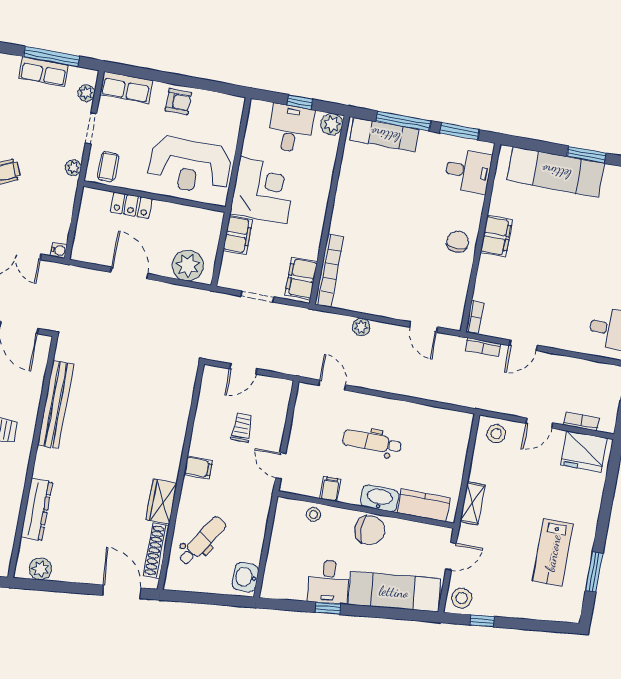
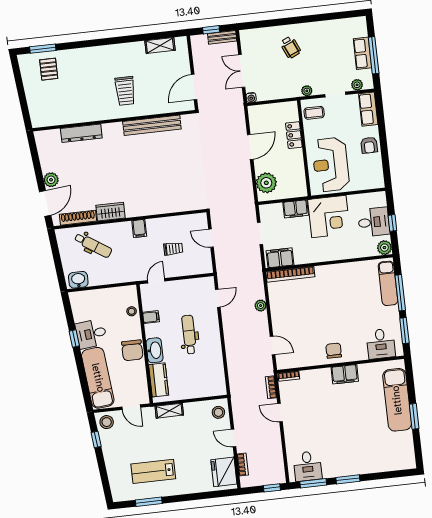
chair: (458, 242) -> (334, 351), turned -90
door: (424, 327) -> (273, 345), swing flipped
plant: (41, 569) -> (51, 180), moved

